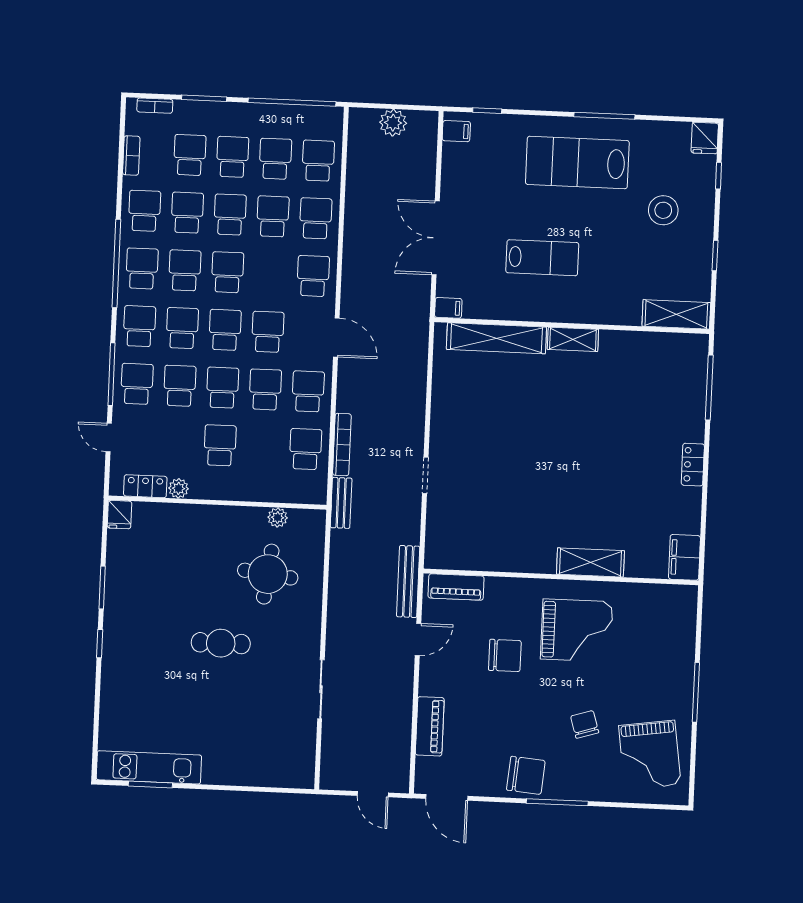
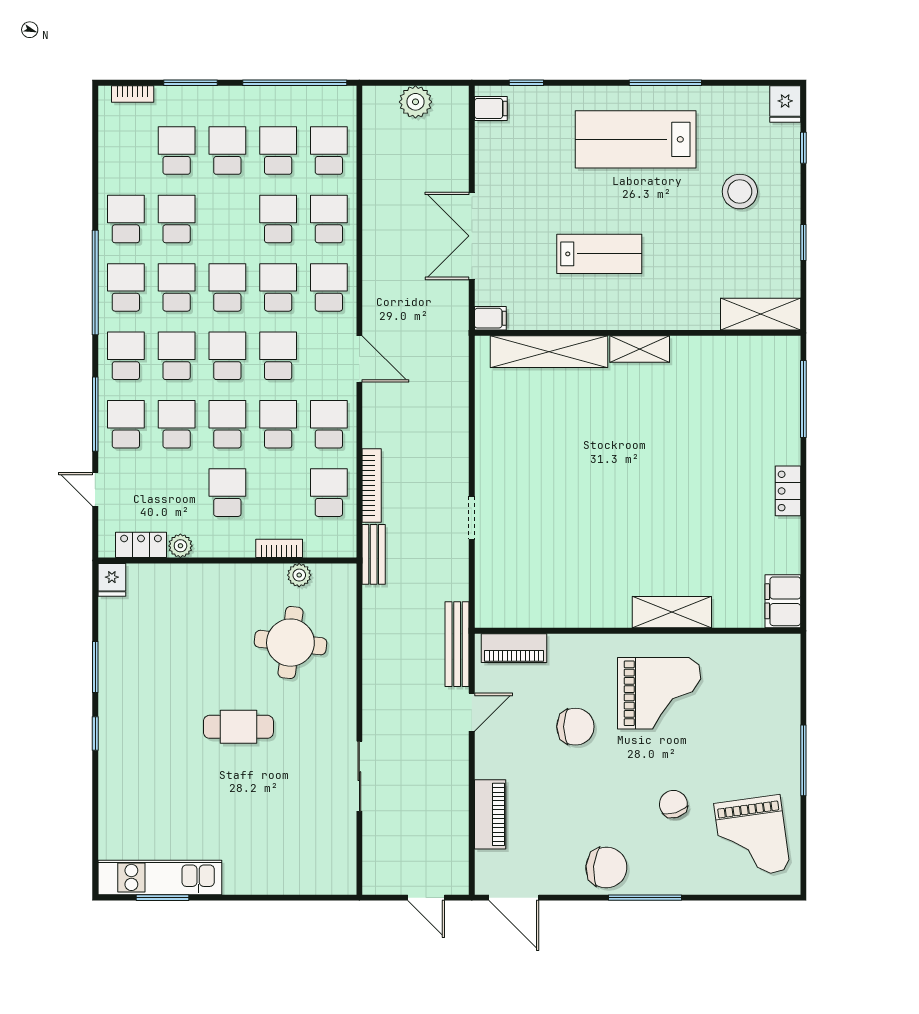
bookcase: (131, 156) -> (279, 548), moved, turned -90
school desk: (230, 215) -> (278, 287), moved

